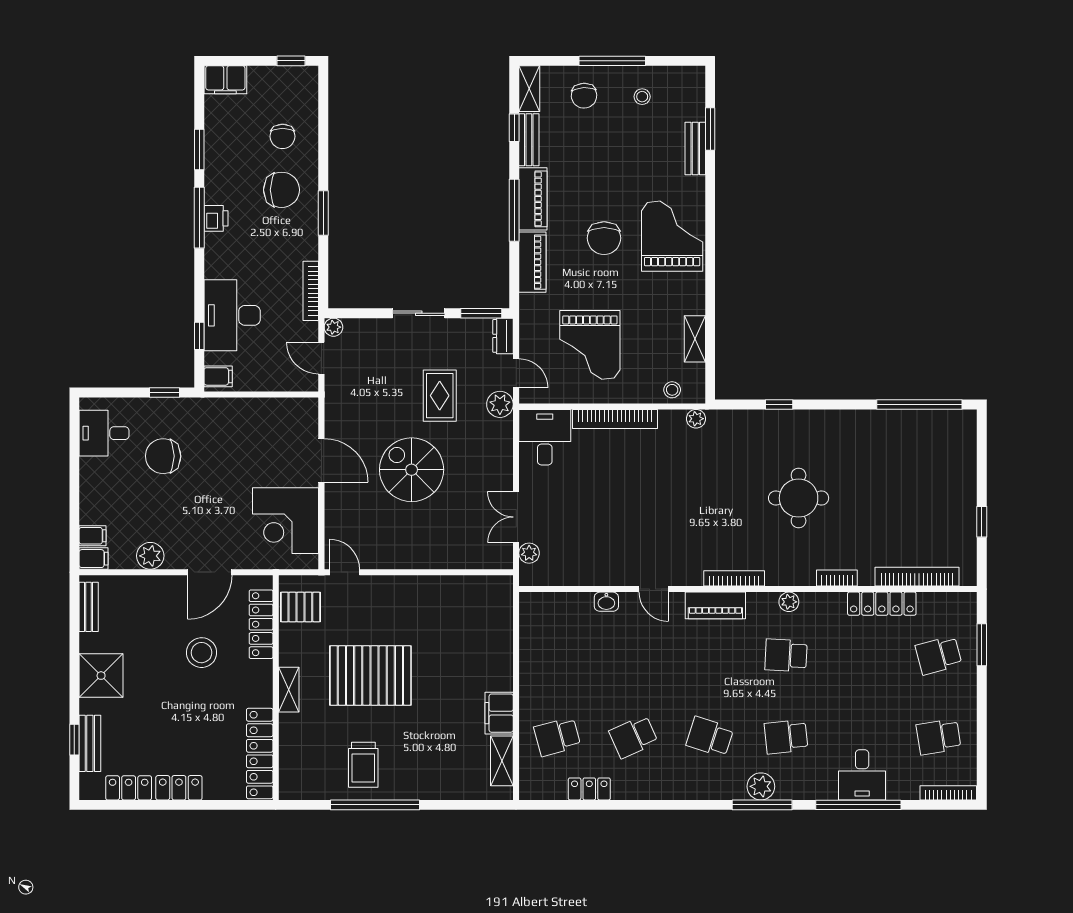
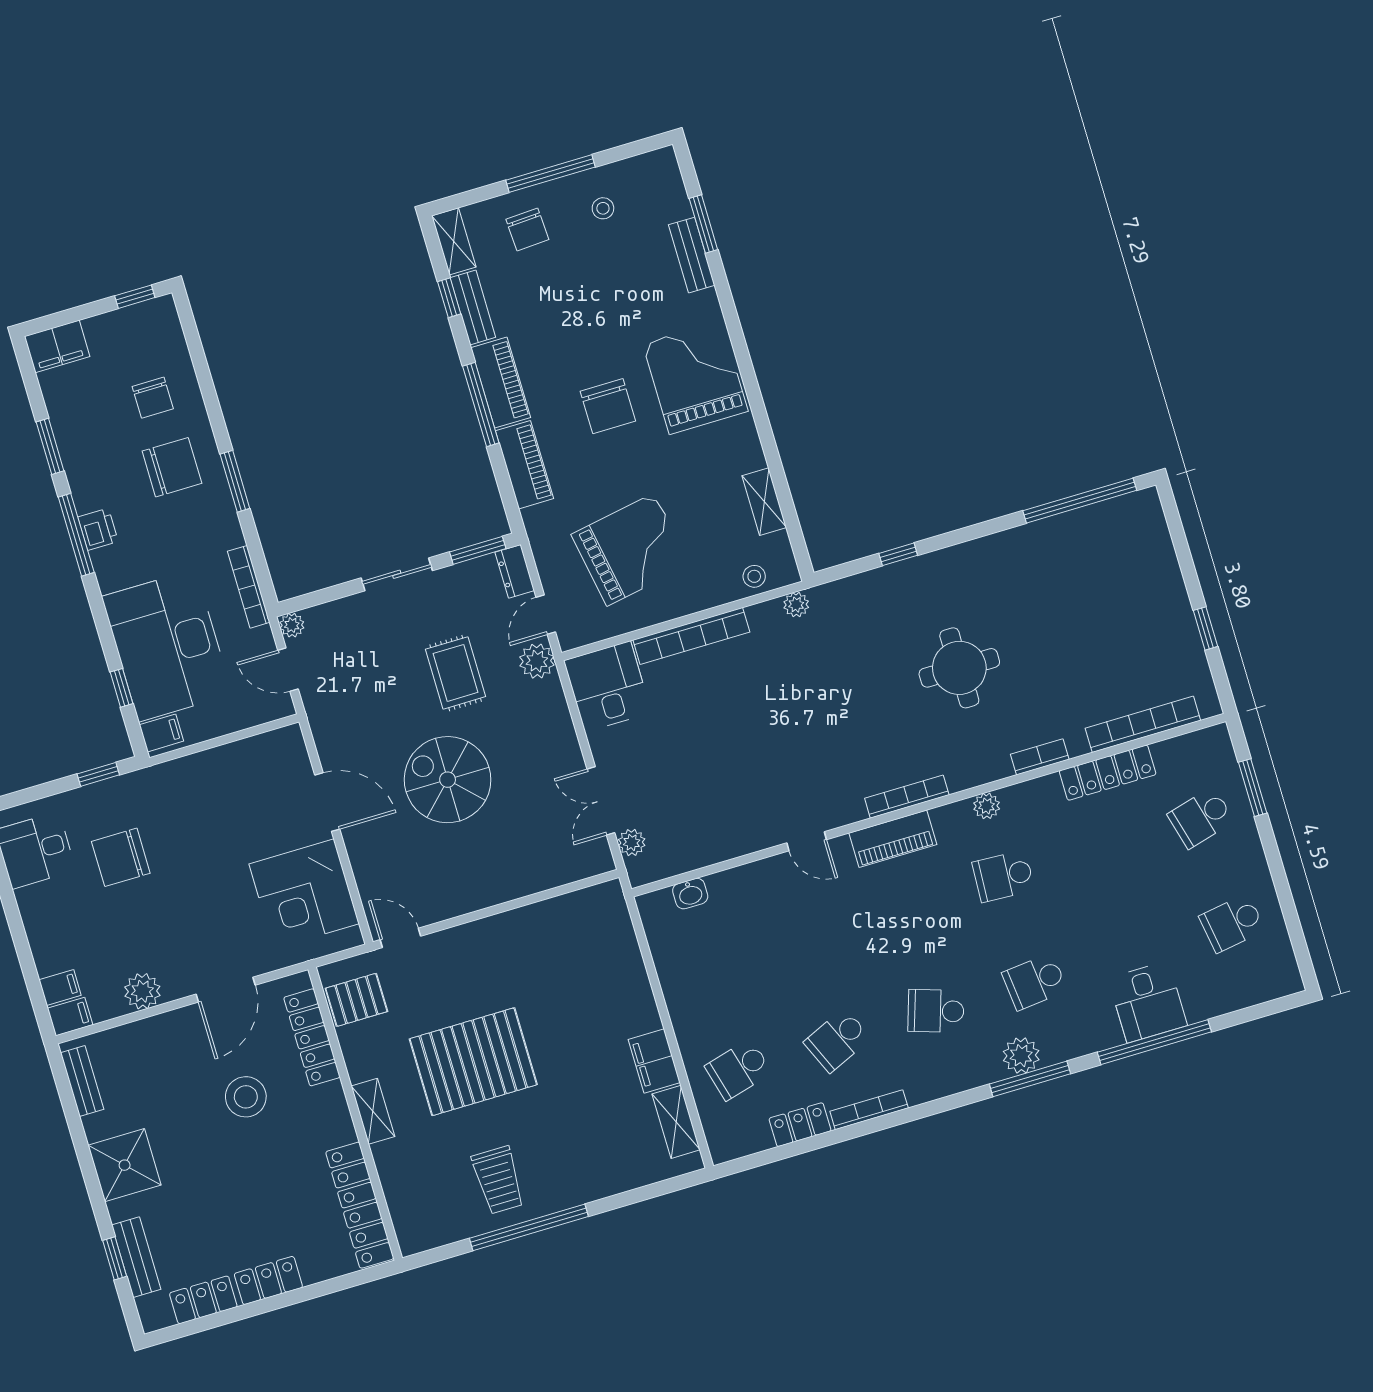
desk: (232, 315) -> (167, 645), width x1.36, depth x1.30
grand piano: (590, 345) -> (630, 550), turned -100
door: (516, 373) -> (546, 615), swing flipped
washbasin: (606, 602) -> (690, 894), moved
bookcase: (948, 793) -> (869, 1110), moved

